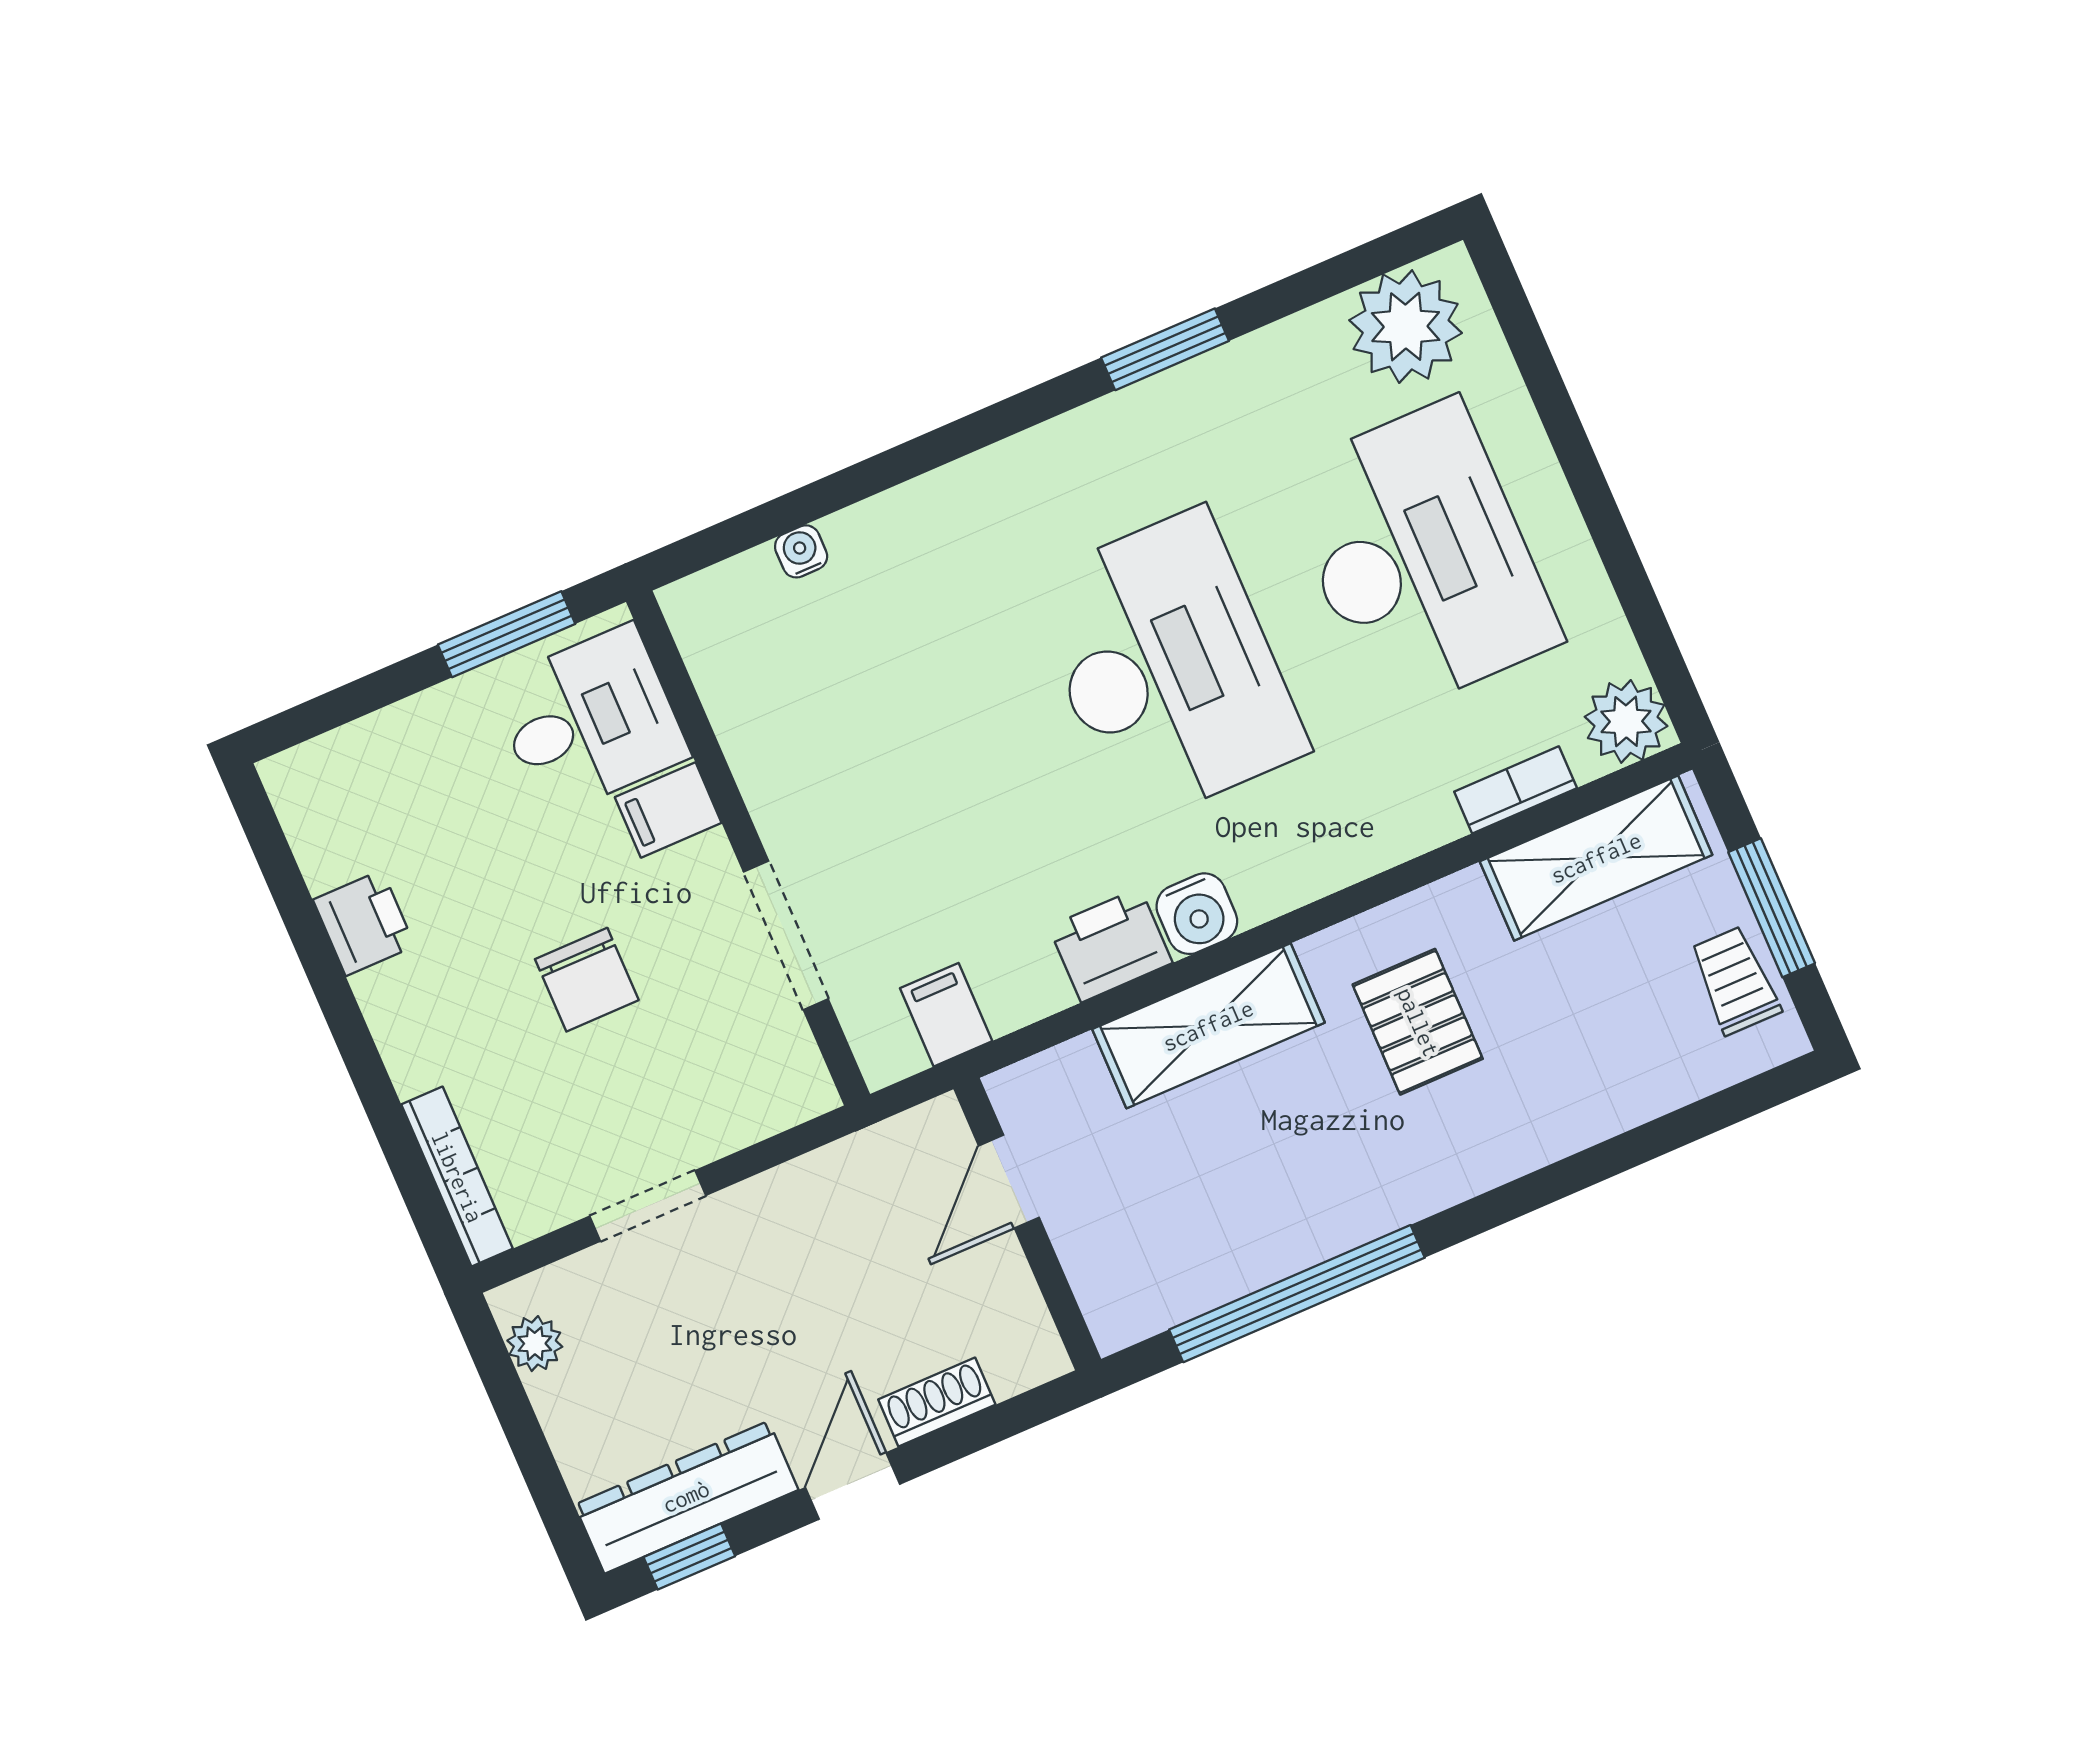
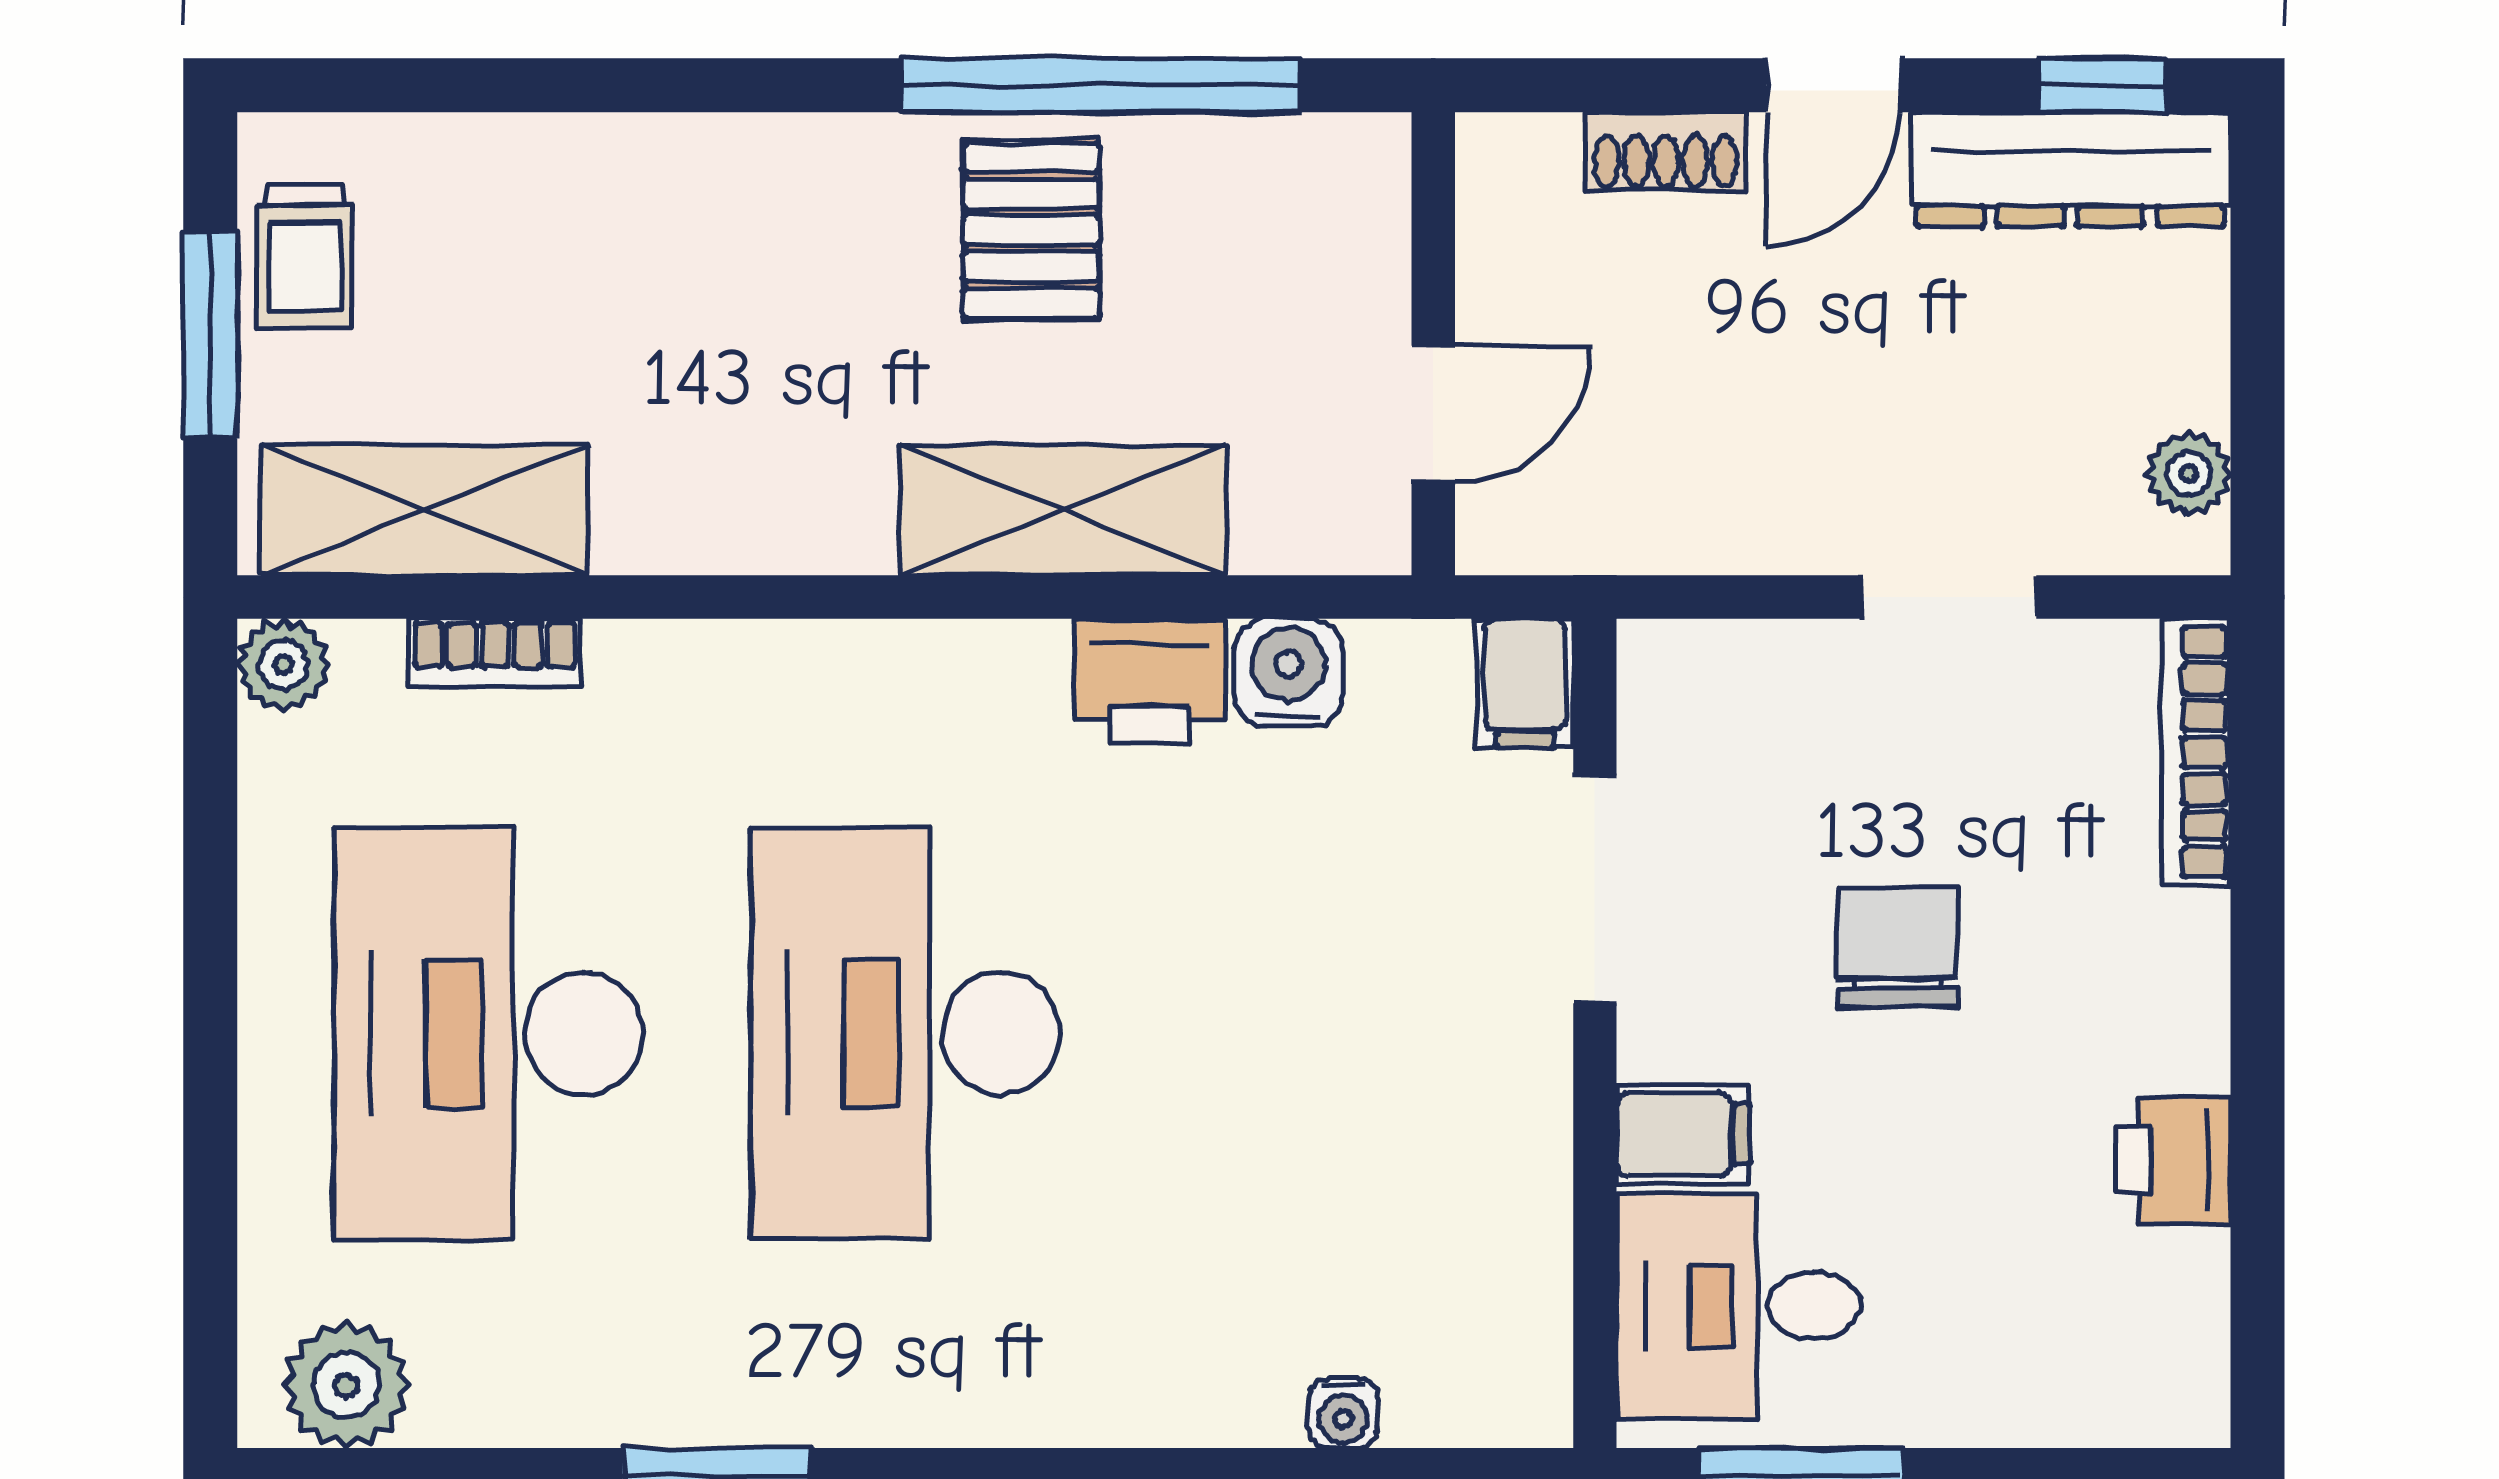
plant: (1406, 327) -> (346, 1385), width x0.73, depth x0.73
plant: (1626, 721) -> (283, 665), width x0.73, depth x0.73
water cooler: (1197, 914) -> (1289, 673), moved
filing cabinet: (946, 1015) -> (1525, 683), moved
pallet: (1418, 1022) -> (1031, 230), moved

